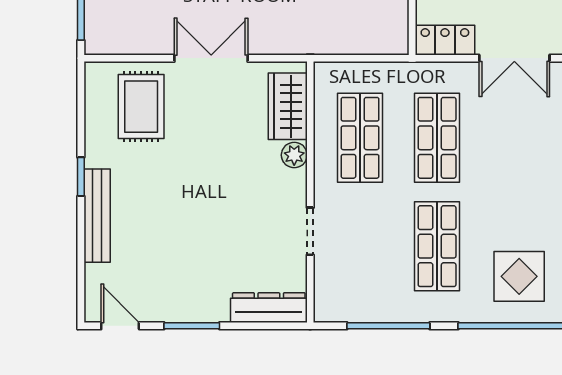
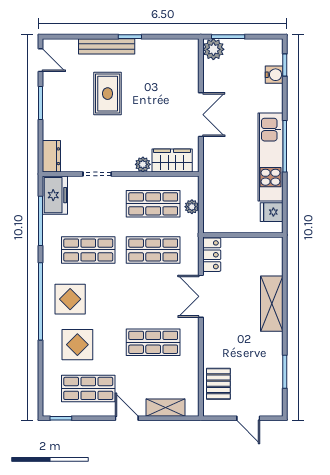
plant: (102, 37) -> (213, 49), added
plant: (365, 73) -> (192, 207), added
rug: (141, 107) -> (108, 94), moved, turned 90
freezer: (345, 302) -> (55, 195), added
dresser: (269, 308) -> (51, 156), width x0.70
door: (120, 326) -> (41, 60), hinge flipped

